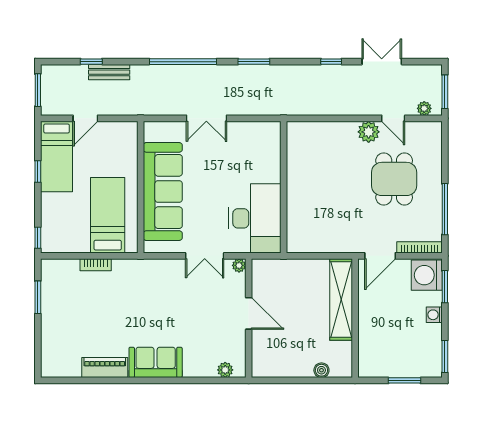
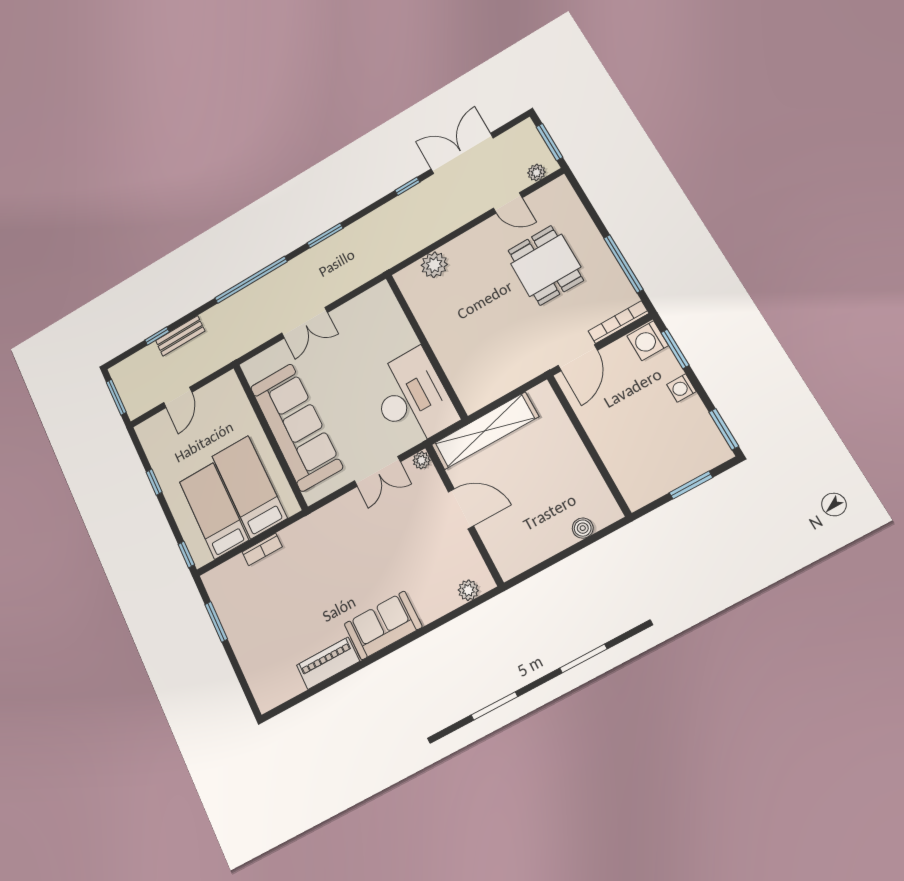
double door: (382, 62) -> (462, 153), width x1.37
plant: (369, 132) -> (434, 265), moved
bed: (57, 156) -> (214, 511), moved, turned 180
washing machine: (427, 275) -> (648, 341), width x0.73, depth x0.73
shelving: (341, 299) -> (485, 431), moved, turned 90

